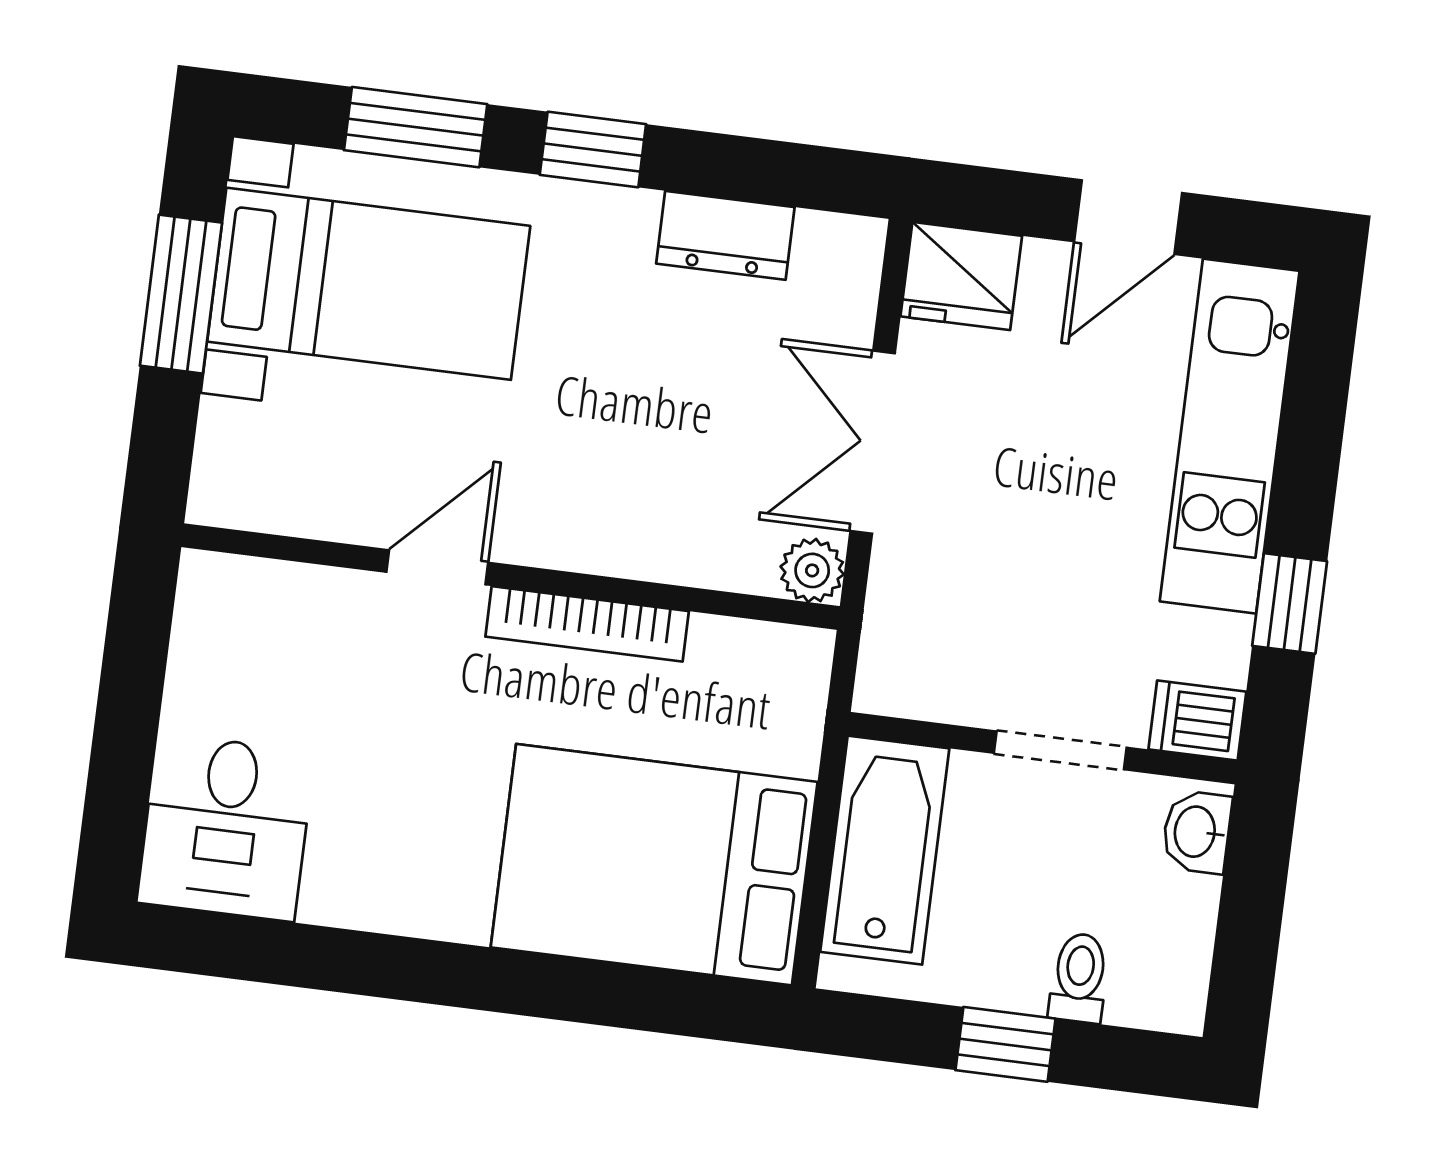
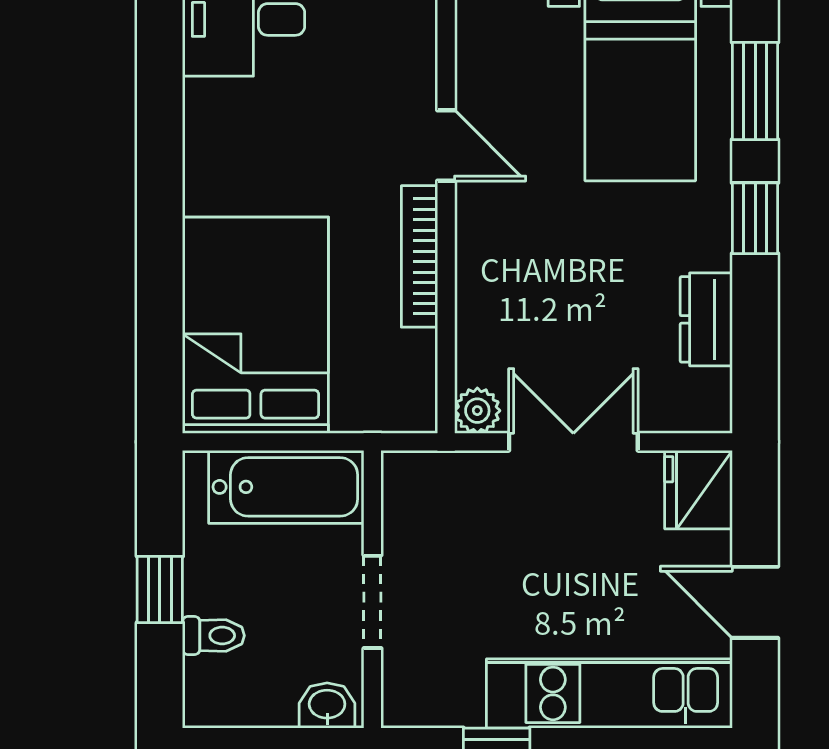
dishwasher: (1197, 721) -> (406, 696), removed

